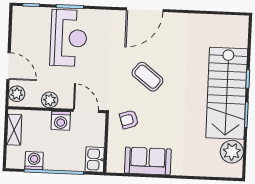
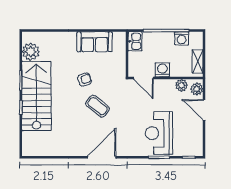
plant: (50, 100) -> (182, 85), moved
armchair: (129, 119) -> (84, 79), moved

